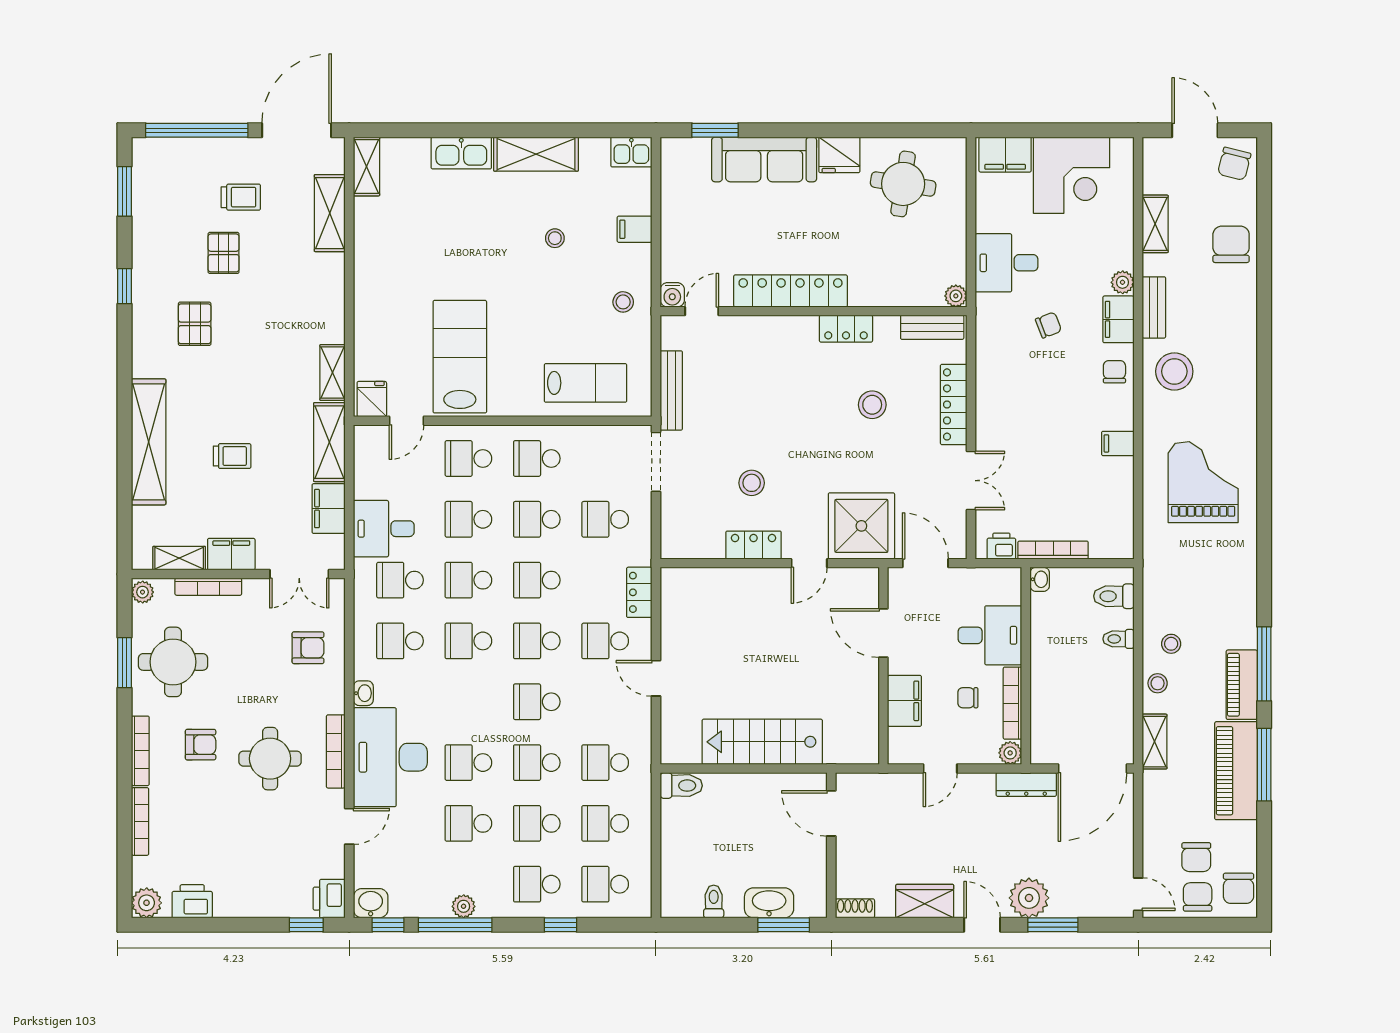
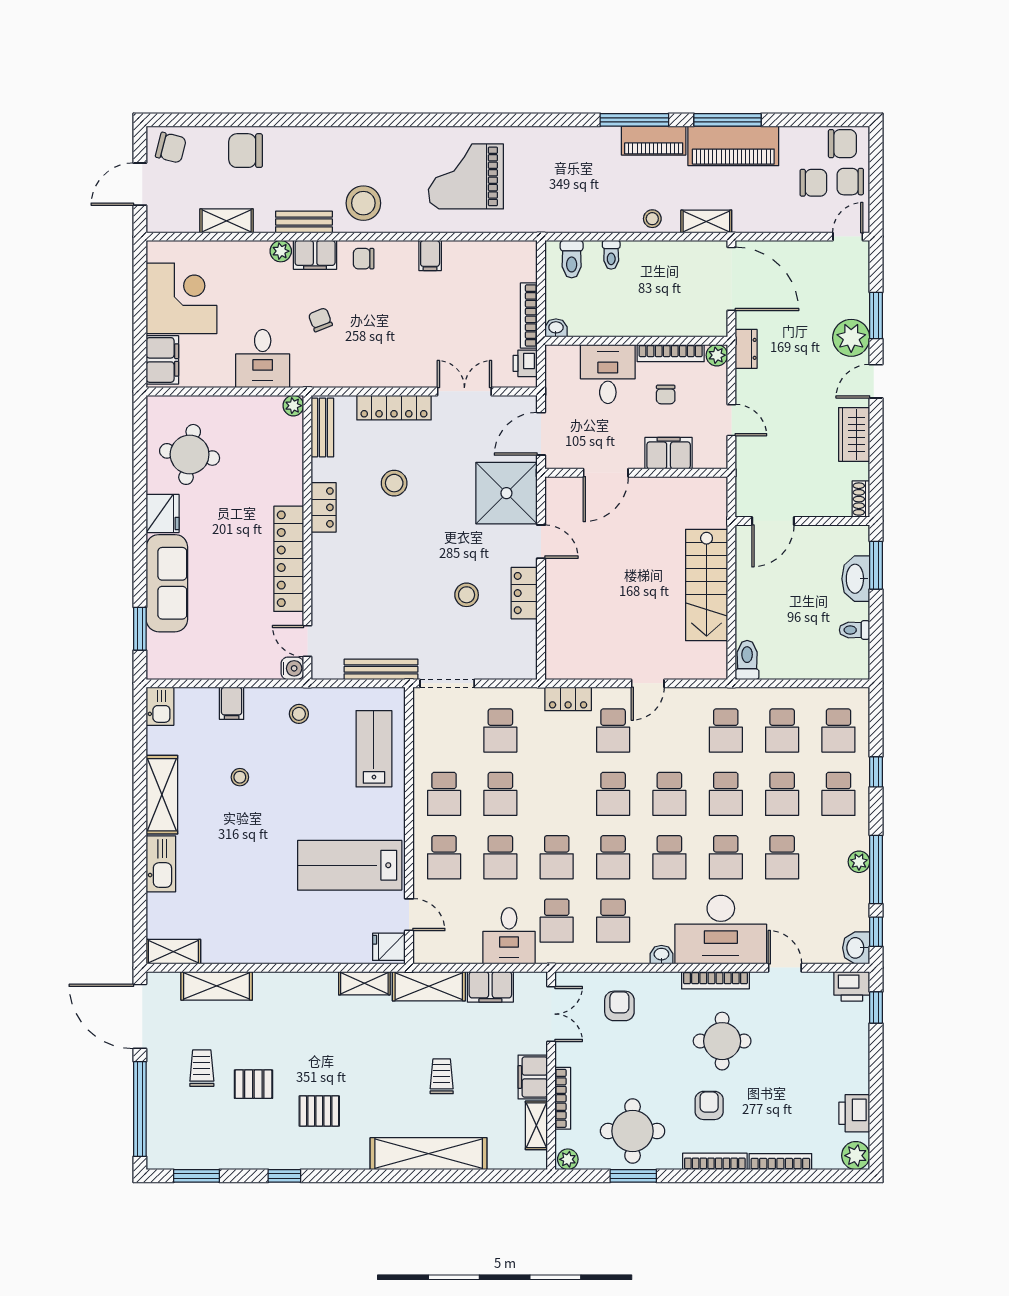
school desk: (537, 580) -> (669, 857), moved
stool: (1171, 644) -> (616, 206), removed
dresser: (1026, 784) -> (746, 349), width x0.70

